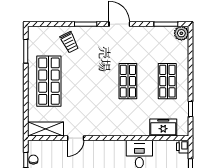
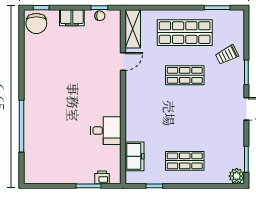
shop shelf: (128, 81) -> (185, 75), moved
door: (76, 138) -> (123, 61), swing flipped
printer: (183, 147) -> (102, 177), moved

